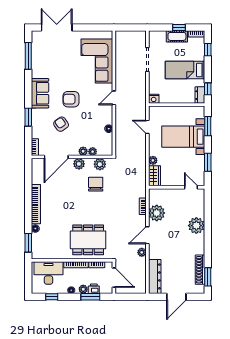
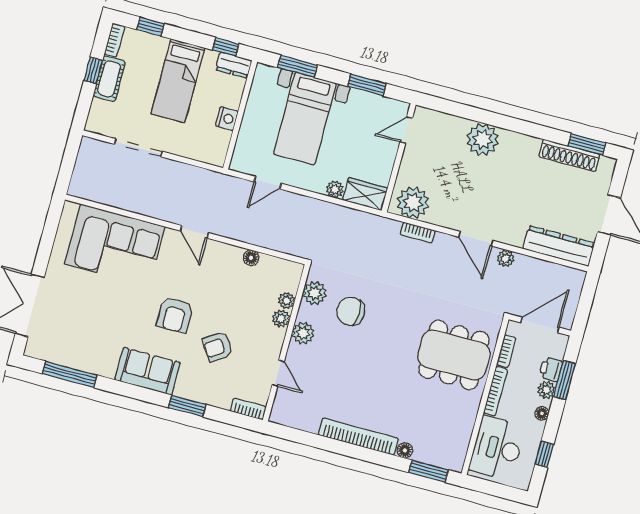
nightstand: (154, 99) -> (227, 119), moved
door: (56, 157) -> (278, 373), width x0.53
plant: (157, 213) -> (413, 203), moved
dining table: (88, 240) -> (454, 355), turned 90

